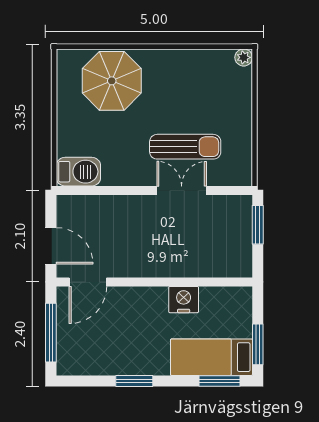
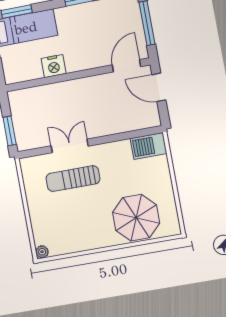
double door: (182, 190) -> (70, 146), swing flipped

